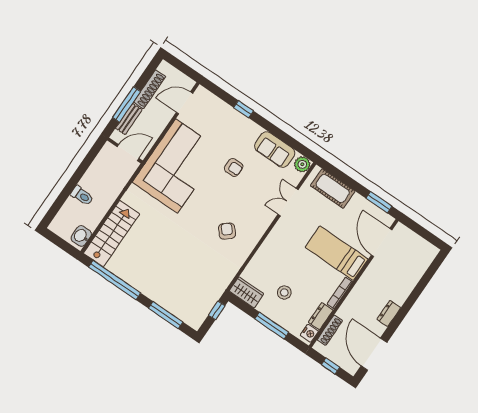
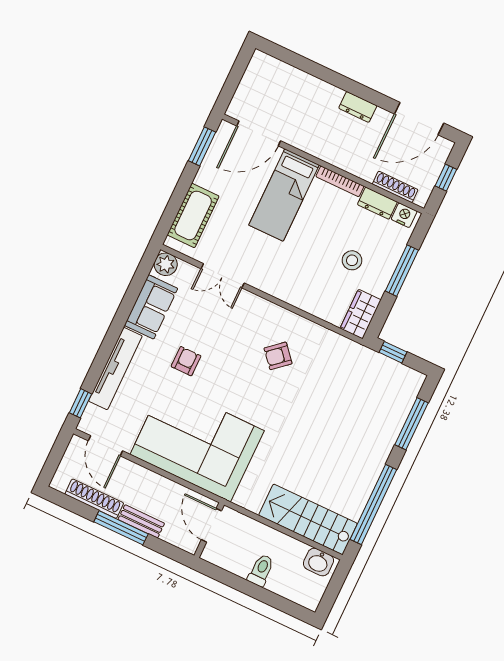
window: (244, 109) -> (81, 403), moved
tv unit: (236, 118) -> (115, 369), added
wall: (125, 150) -> (209, 530), moved
door: (128, 153) -> (211, 525), moved

